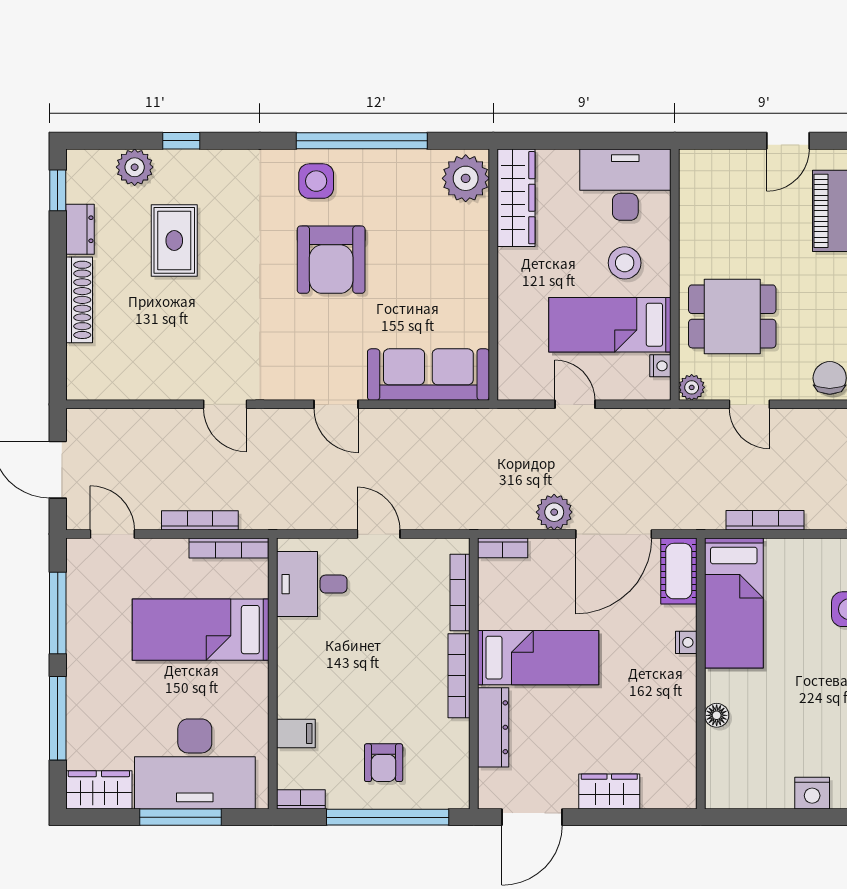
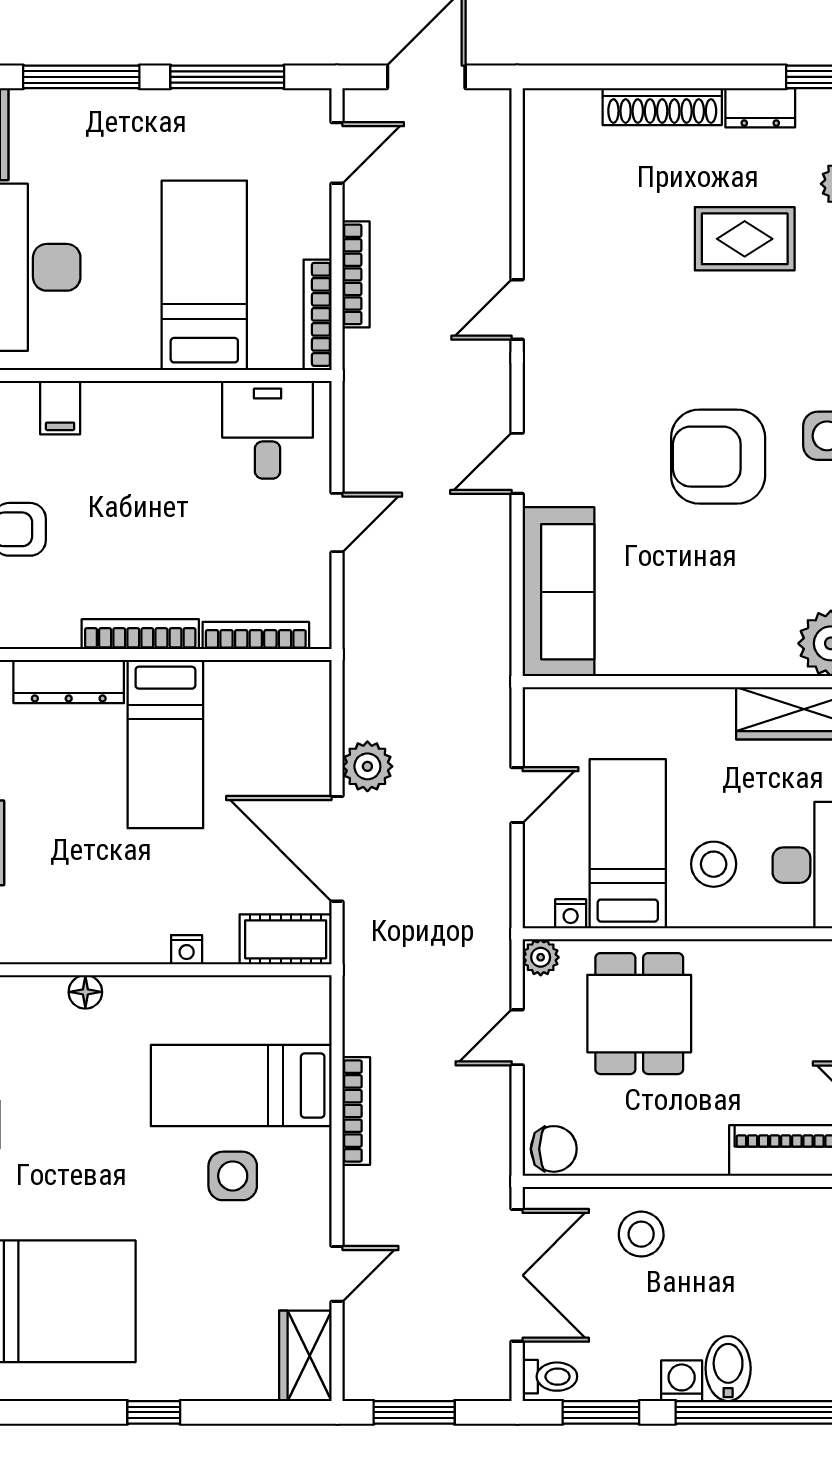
bookcase: (765, 520) -> (356, 1111), moved
bookcase: (503, 548) -> (318, 695), removed
bed: (734, 603) -> (241, 1085), moved

